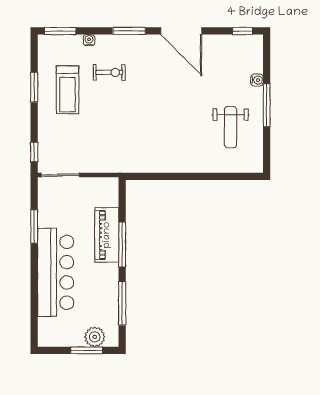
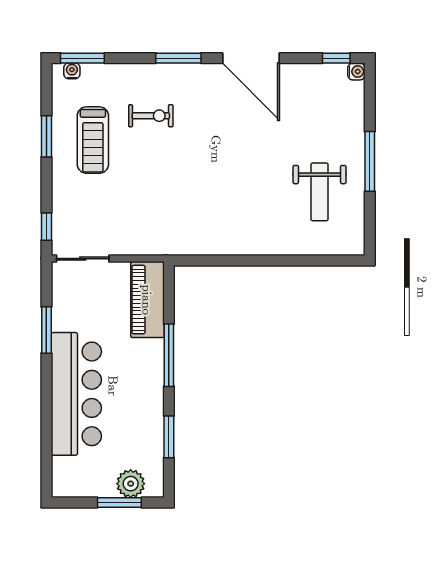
water cooler: (89, 40) -> (72, 71), moved
water cooler: (257, 80) -> (356, 72), moved
piano: (107, 235) -> (147, 300), moved
window: (122, 303) -> (169, 437), width x0.69

